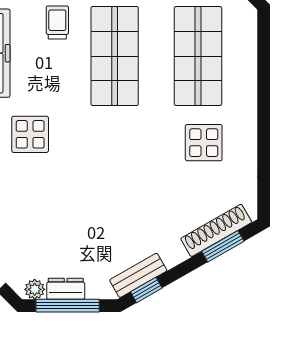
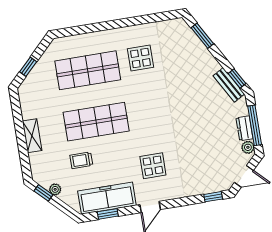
shoe rack: (216, 230) -> (193, 41), removed

